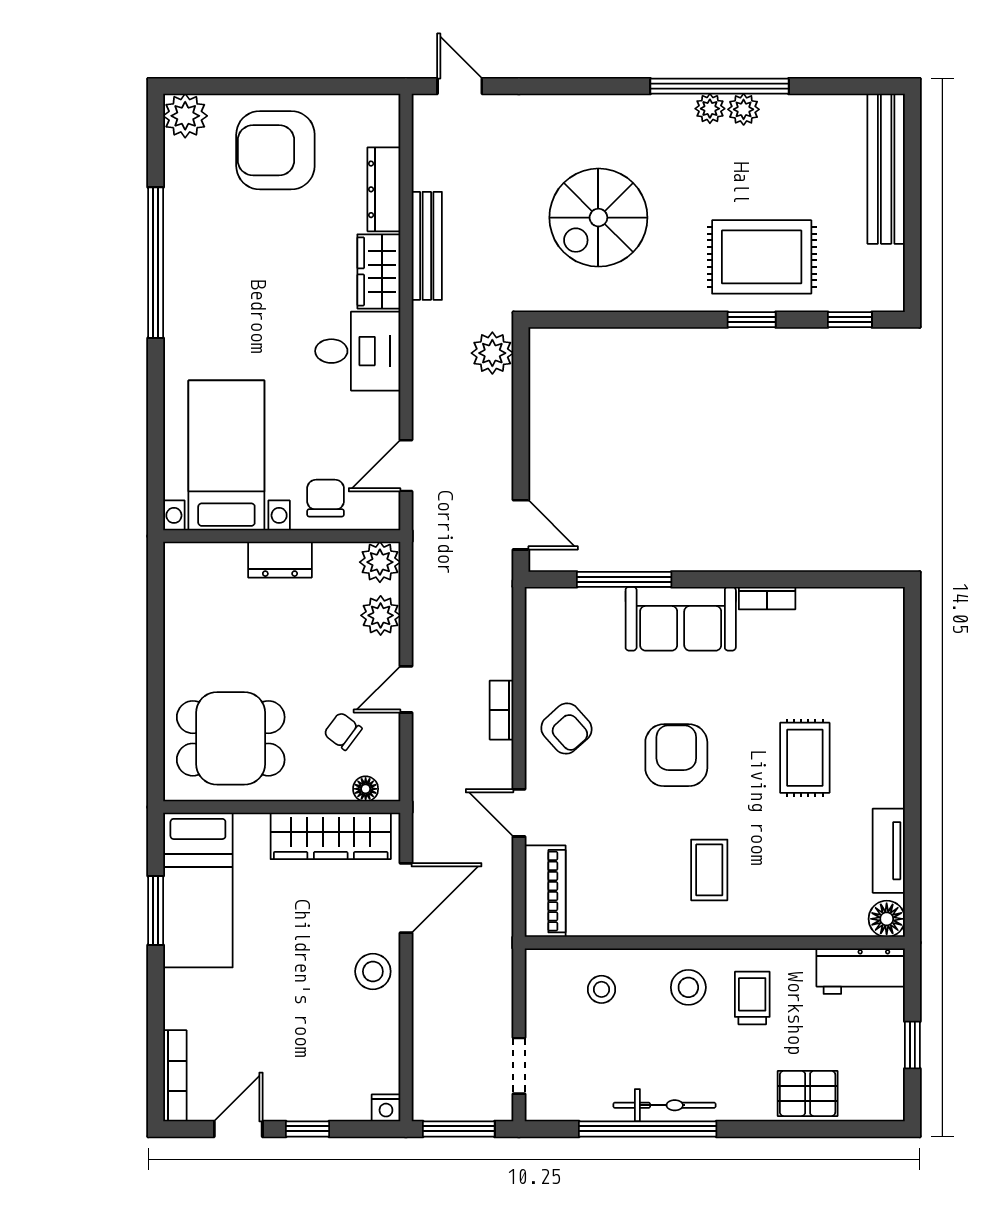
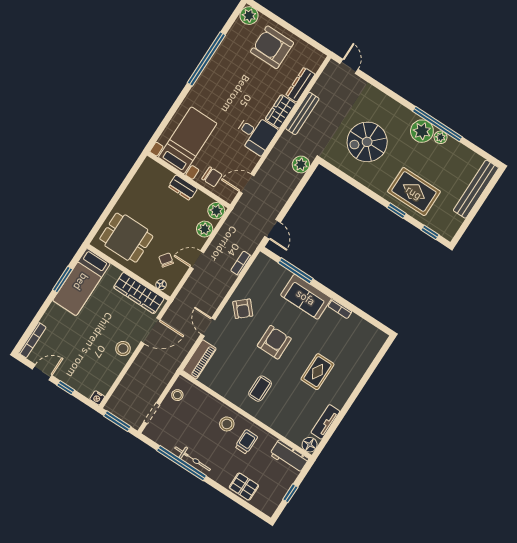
plant: (710, 109) -> (422, 131), width x1.88, depth x1.88
chair: (326, 498) -> (212, 177), turned 90
bookcase: (501, 710) -> (241, 263), moved
stool: (601, 989) -> (177, 395), moved

